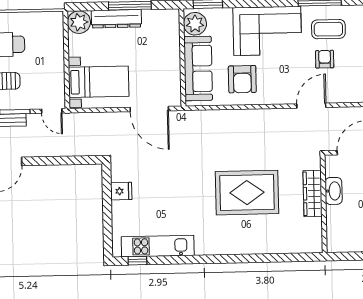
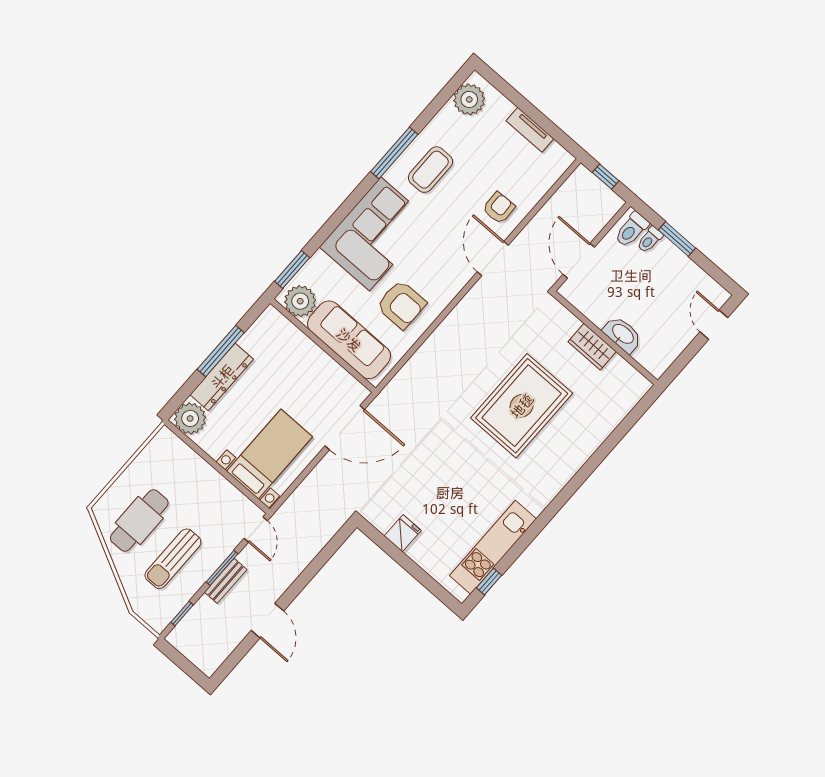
armchair: (325, 59) -> (499, 208), moved, turned 88
door: (52, 111) -> (256, 529), hinge flipped
washbasin: (334, 191) -> (623, 334), moved
wardrobe: (313, 194) -> (592, 347), width x0.67

